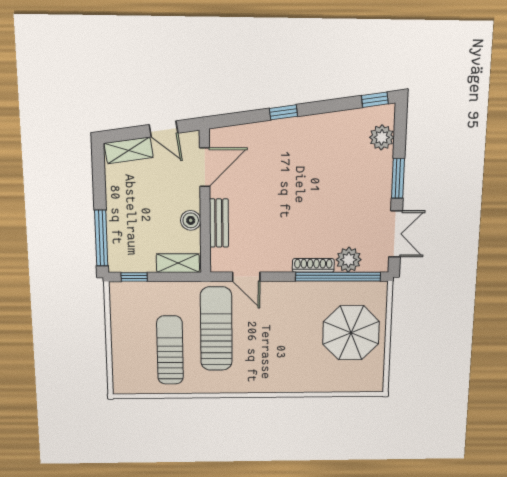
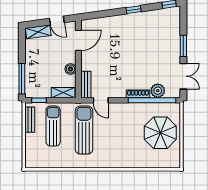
window: (283, 112) -> (134, 10), moved
plant: (382, 137) -> (174, 24), removed
bench: (219, 223) -> (86, 85), moved
bench: (119, 311) -> (30, 120), added
sun lounger: (170, 350) -> (53, 126), moved

